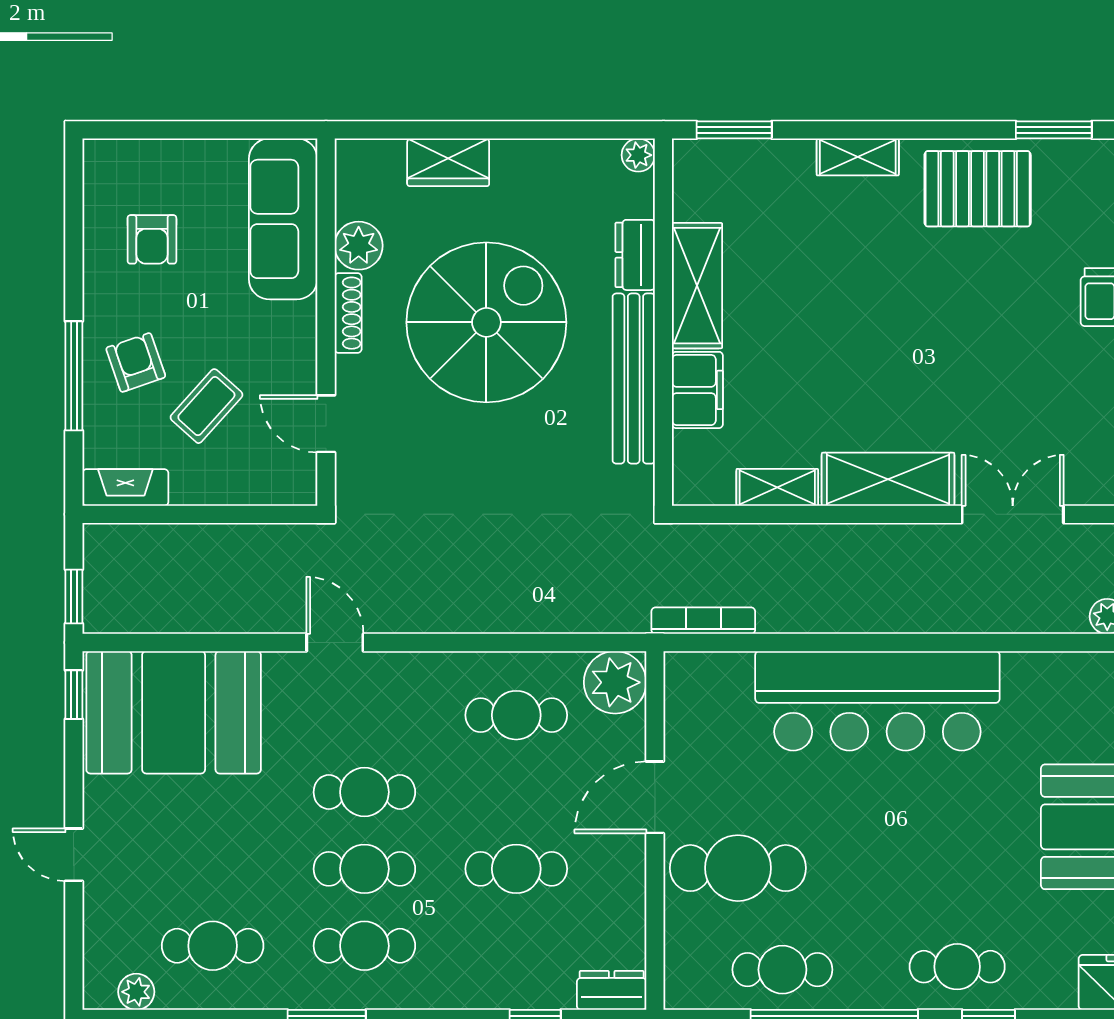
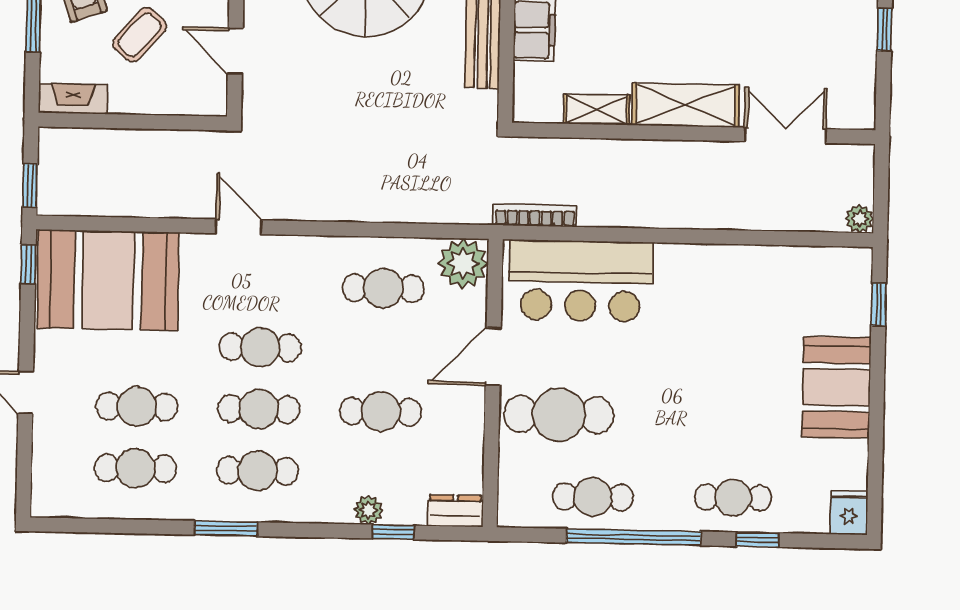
bar counter: (877, 701) -> (581, 281), moved, width x0.73
cafe table: (213, 869) -> (137, 407), added
plant: (136, 992) -> (368, 510), moved

